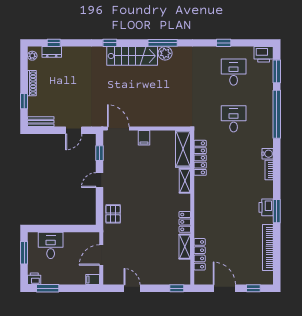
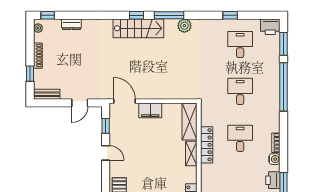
window: (54, 43) -> (48, 15), moved
window: (110, 43) -> (136, 15), moved
dresser: (52, 52) -> (71, 24), moved
plant: (165, 53) -> (184, 26), moved
filing cabinet: (144, 138) -> (150, 110), width x2.00
water cooler: (268, 154) -> (274, 159), moved
locker: (200, 158) -> (207, 145), moved
desk: (234, 166) -> (240, 138), added
door: (99, 180) -> (106, 153), swing flipped

